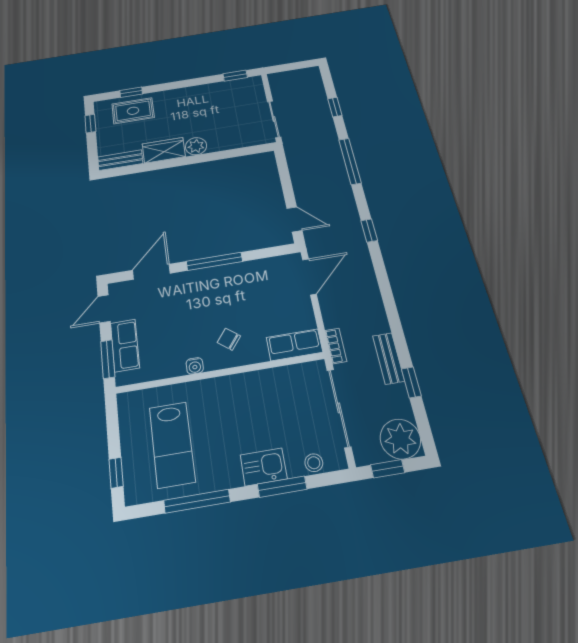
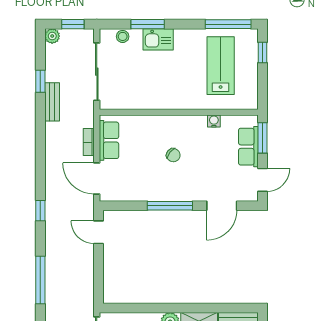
door: (309, 277) -> (97, 178), hinge flipped
chair: (229, 339) -> (173, 155), moved
row of seats: (294, 345) -> (109, 140), moved, turned -90
bookcase: (336, 346) -> (89, 142), moved
water cooler: (195, 366) -> (214, 121), moved
plant: (400, 439) -> (52, 36), width x0.53, depth x0.53
window: (197, 501) -> (228, 24), moved

